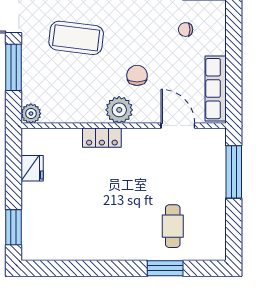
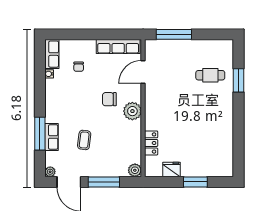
coffee table: (76, 38) -> (84, 140), width x0.54, depth x0.58
locker: (102, 138) -> (151, 143), moved
window: (13, 227) -> (195, 182), moved

